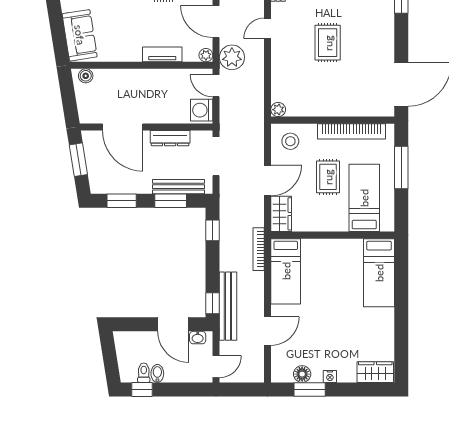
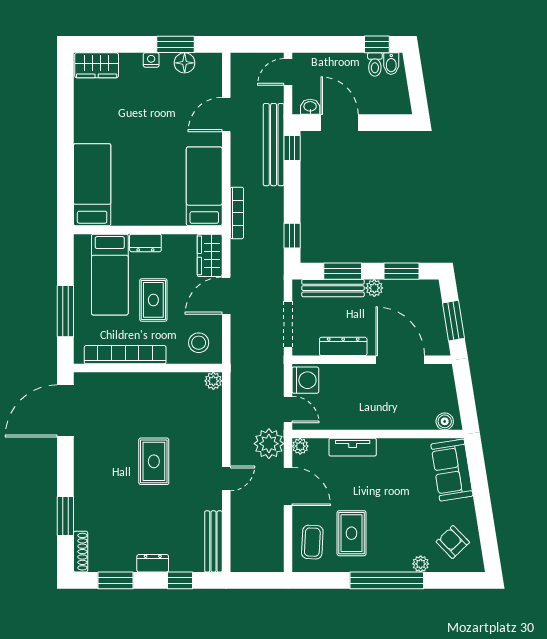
plant: (144, 187) -> (374, 288), added
dresser: (335, 224) -> (145, 243), added
bidet: (157, 373) -> (391, 64), moved

